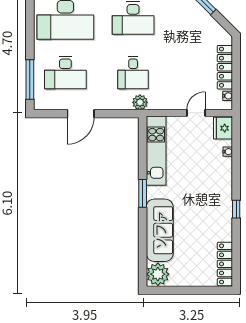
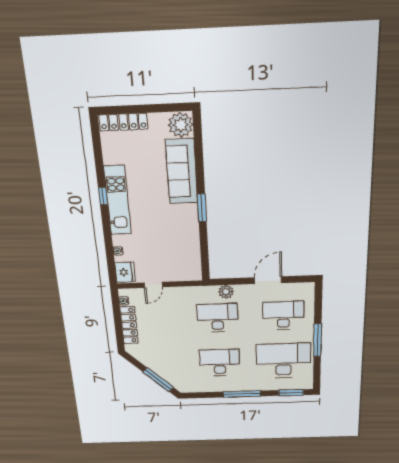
desk: (133, 73) -> (217, 318), width x1.37
window: (30, 80) -> (317, 340), moved
plant: (140, 102) -> (226, 292), moved
kitchen unit: (156, 151) -> (118, 200), moved, turned 180
locker: (225, 264) -> (123, 122), moved, turned 90

